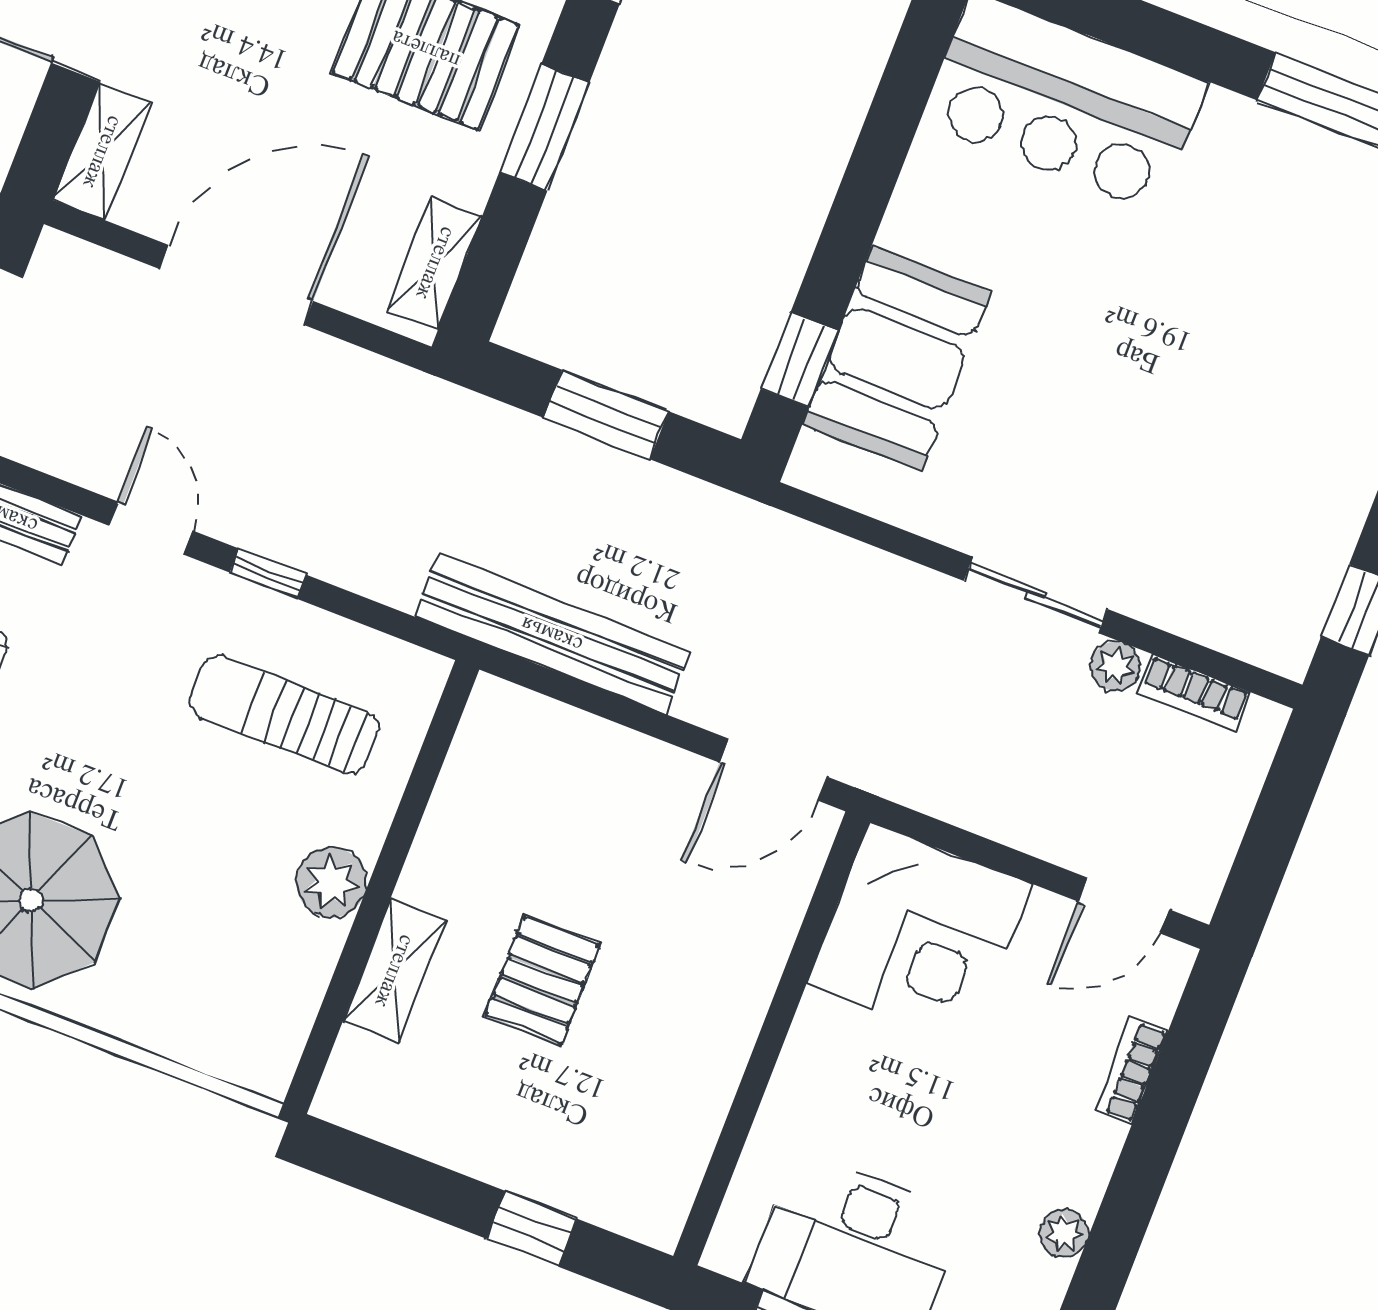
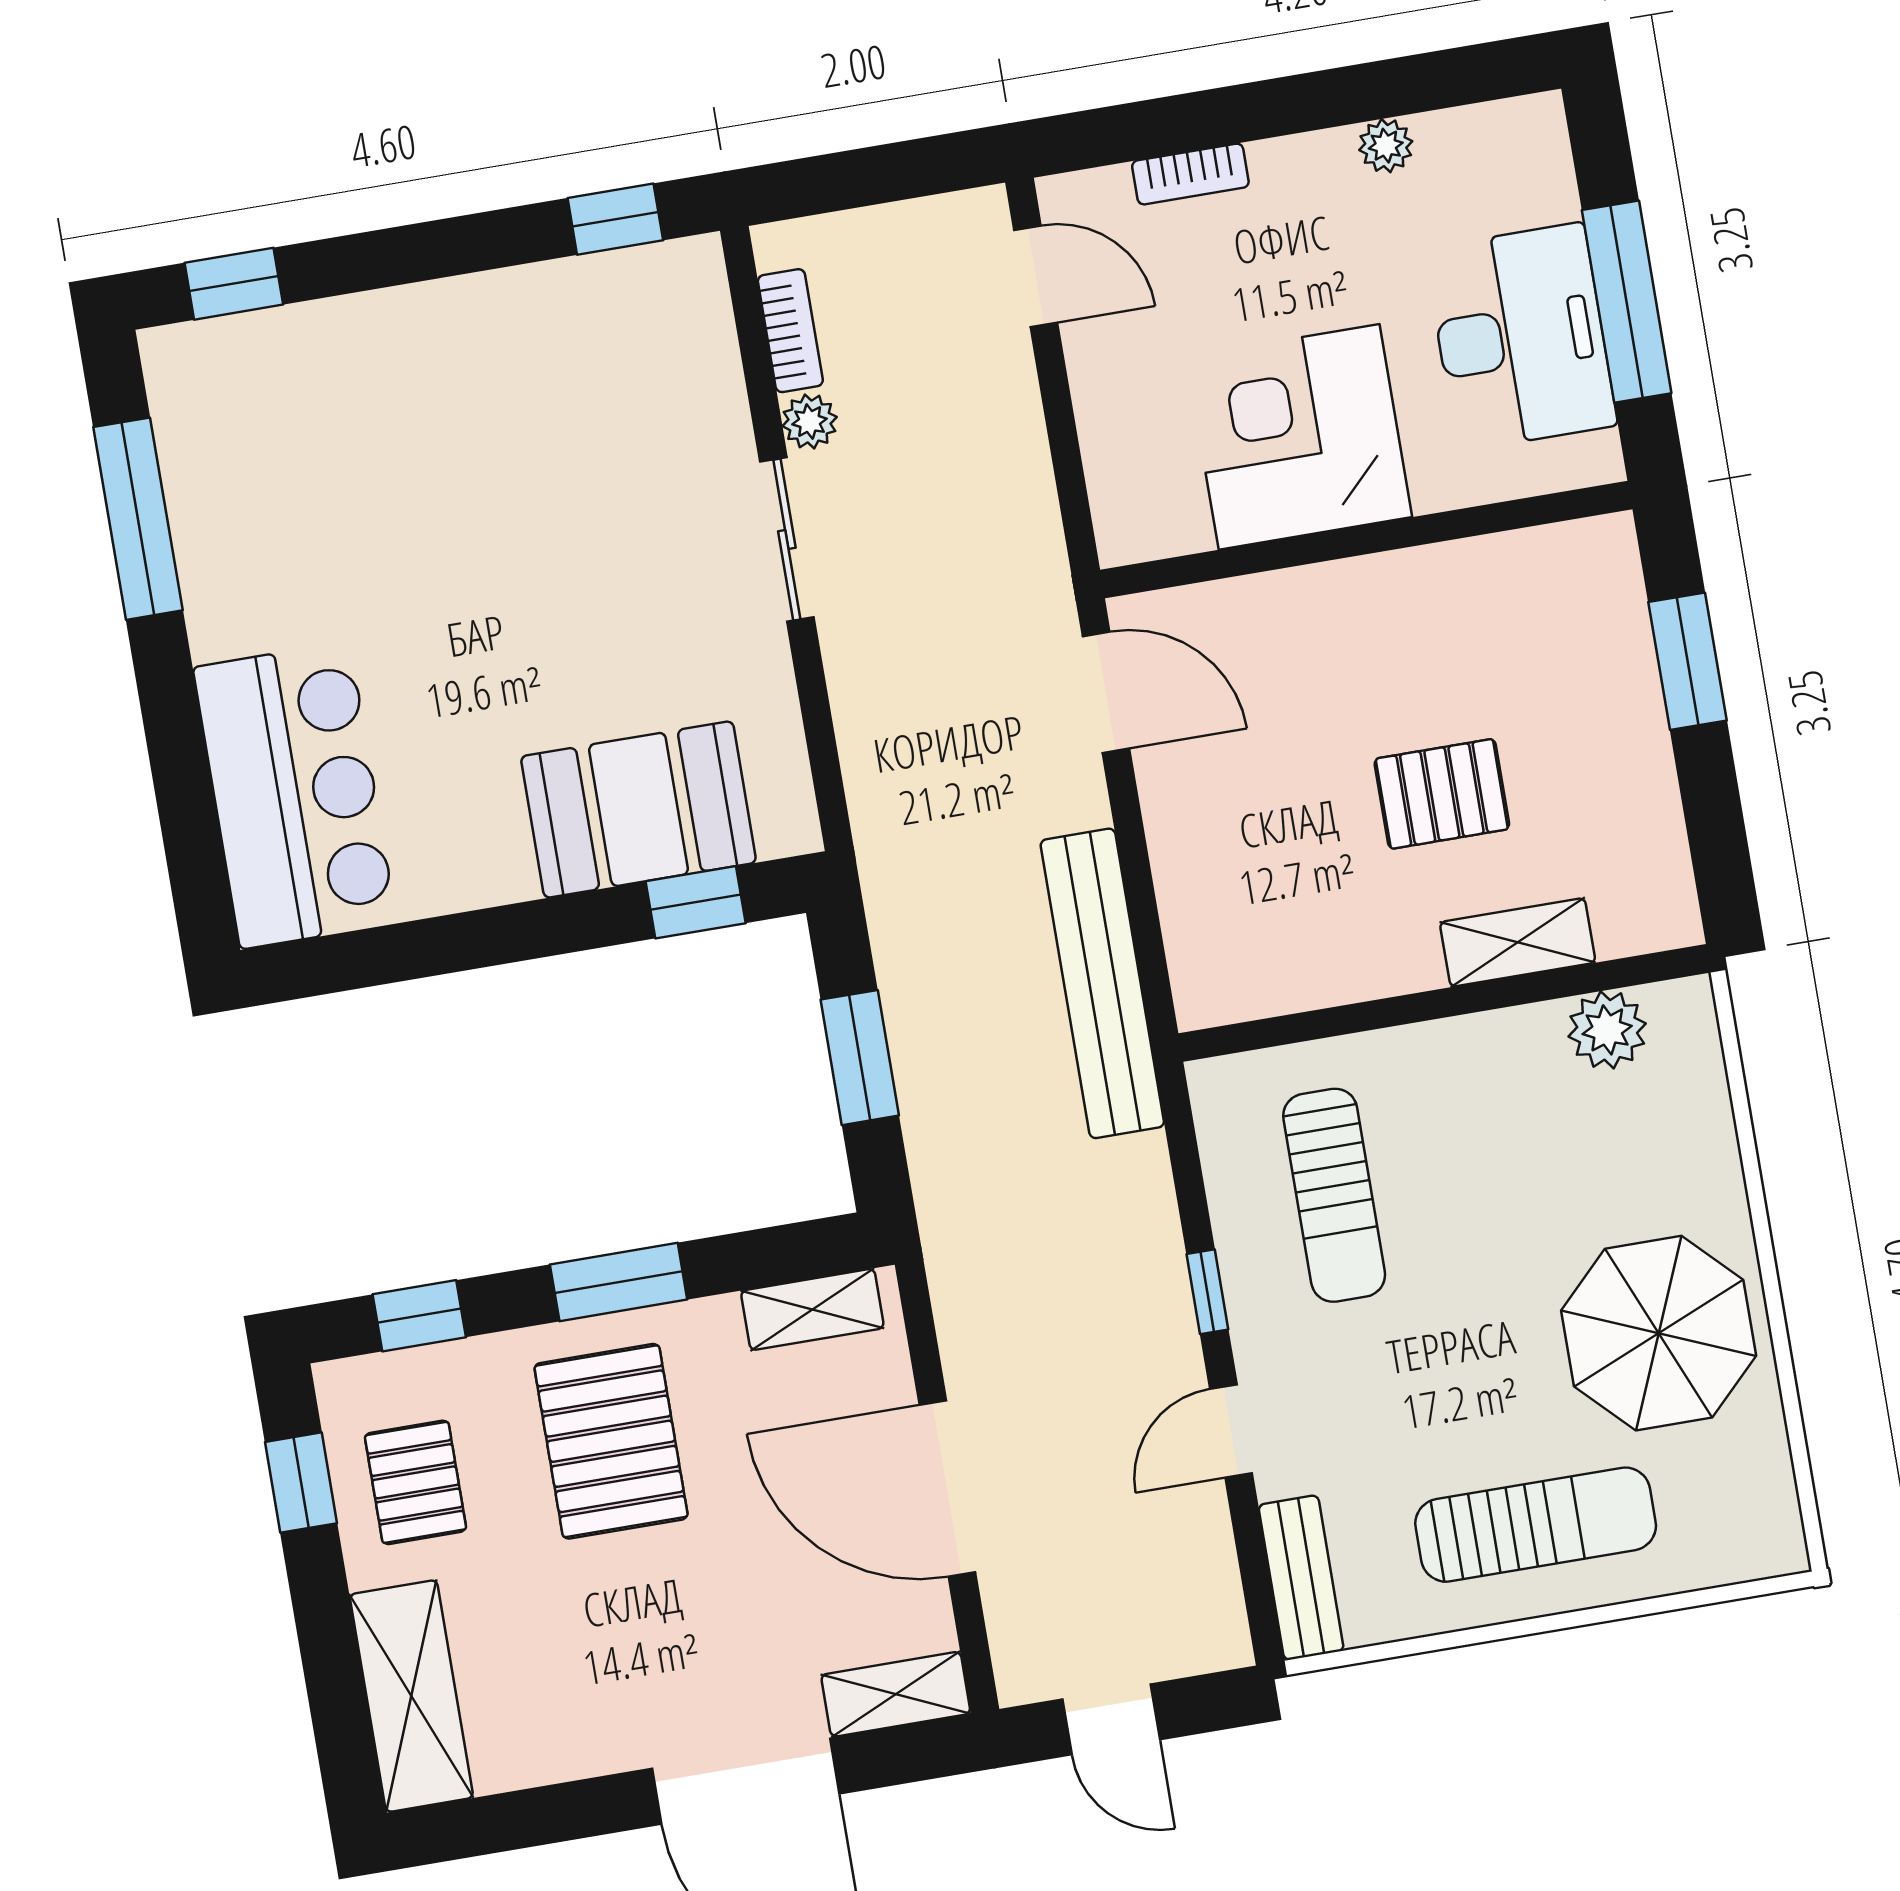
plant: (331, 883) -> (1607, 1030), moved
corner desk: (919, 934) -> (1299, 437), moved, turned -90
window: (532, 1229) -> (1687, 661), width x1.50

